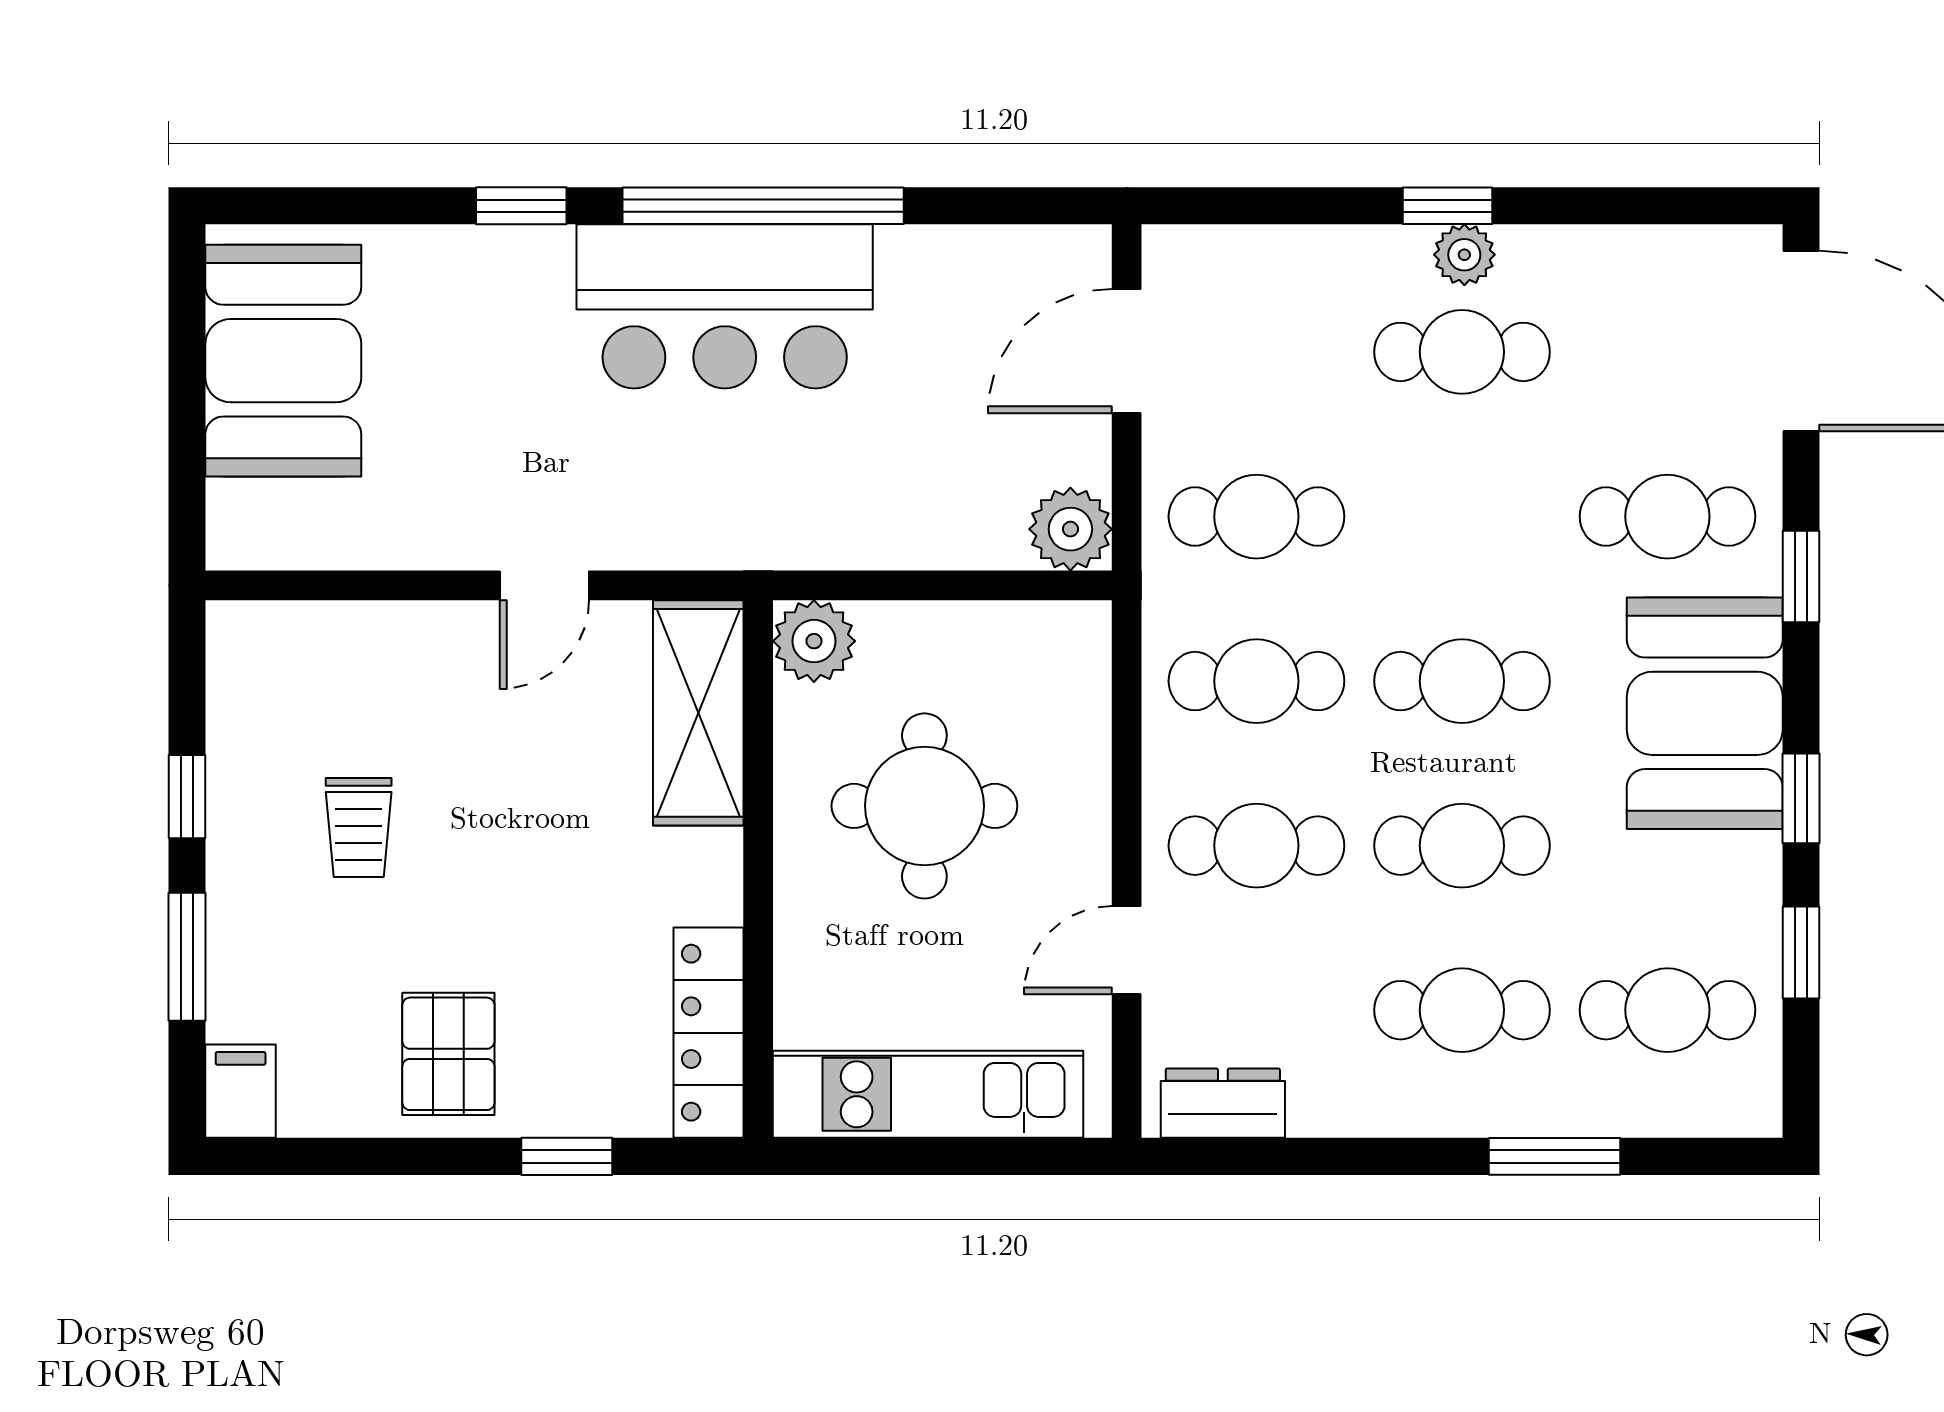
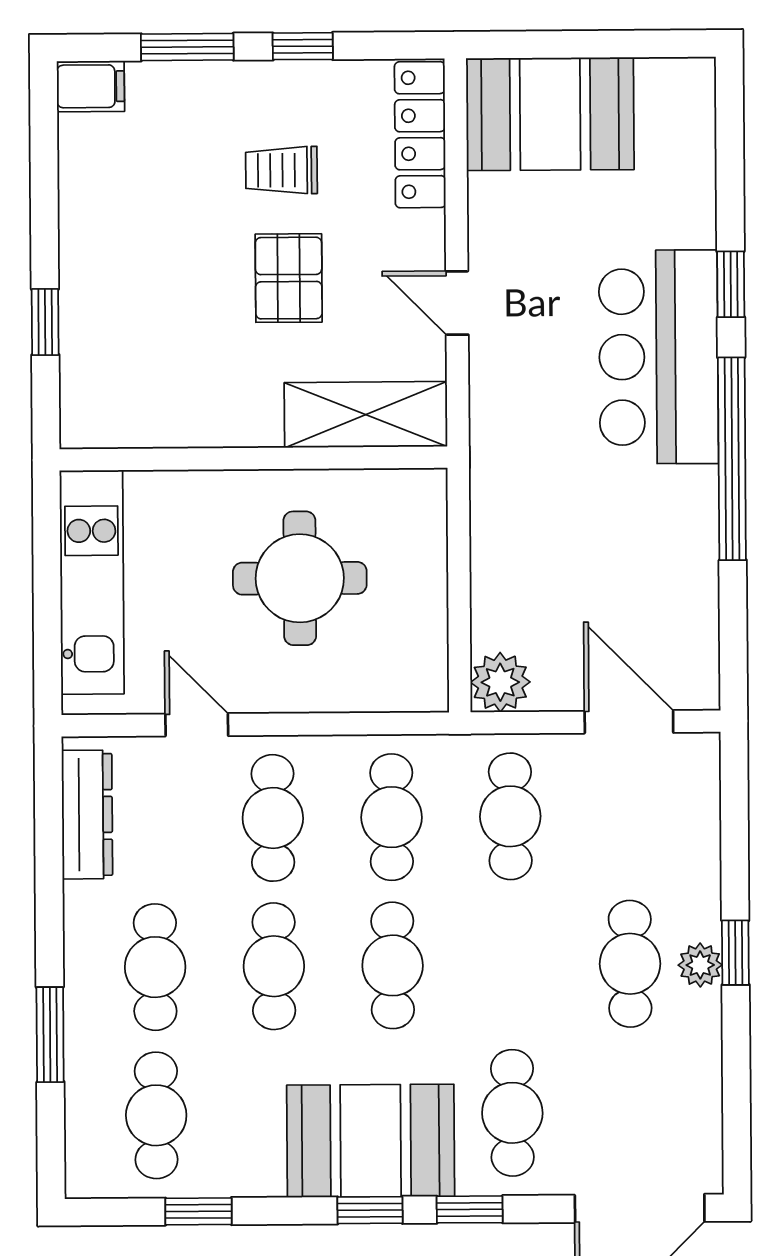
bar counter: (725, 306) -> (659, 357), moved
booth: (283, 361) -> (550, 114), moved
plant: (814, 641) -> (418, 498), removed
window: (1801, 798) -> (370, 1210), moved
locker: (709, 1033) -> (420, 135), moved, turned -90
pallet: (448, 1054) -> (289, 278), moved, turned 90
dresser: (1223, 1103) -> (87, 815), width x1.44

